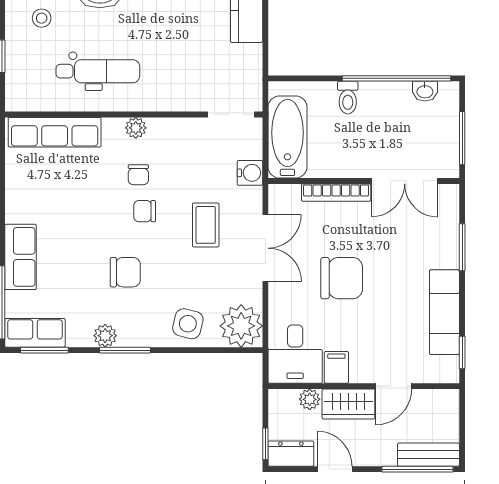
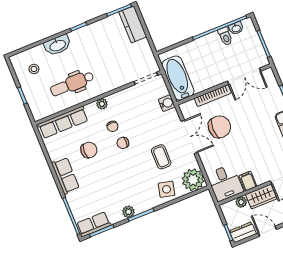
dental chair: (98, 71) -> (72, 84), turned 180
toilet: (348, 98) -> (225, 36), moved
coffee table: (206, 225) -> (161, 157), moved
row of seats: (20, 257) -> (65, 176), moved
chair: (125, 272) -> (89, 150), moved
chair: (342, 278) -> (219, 127), moved

